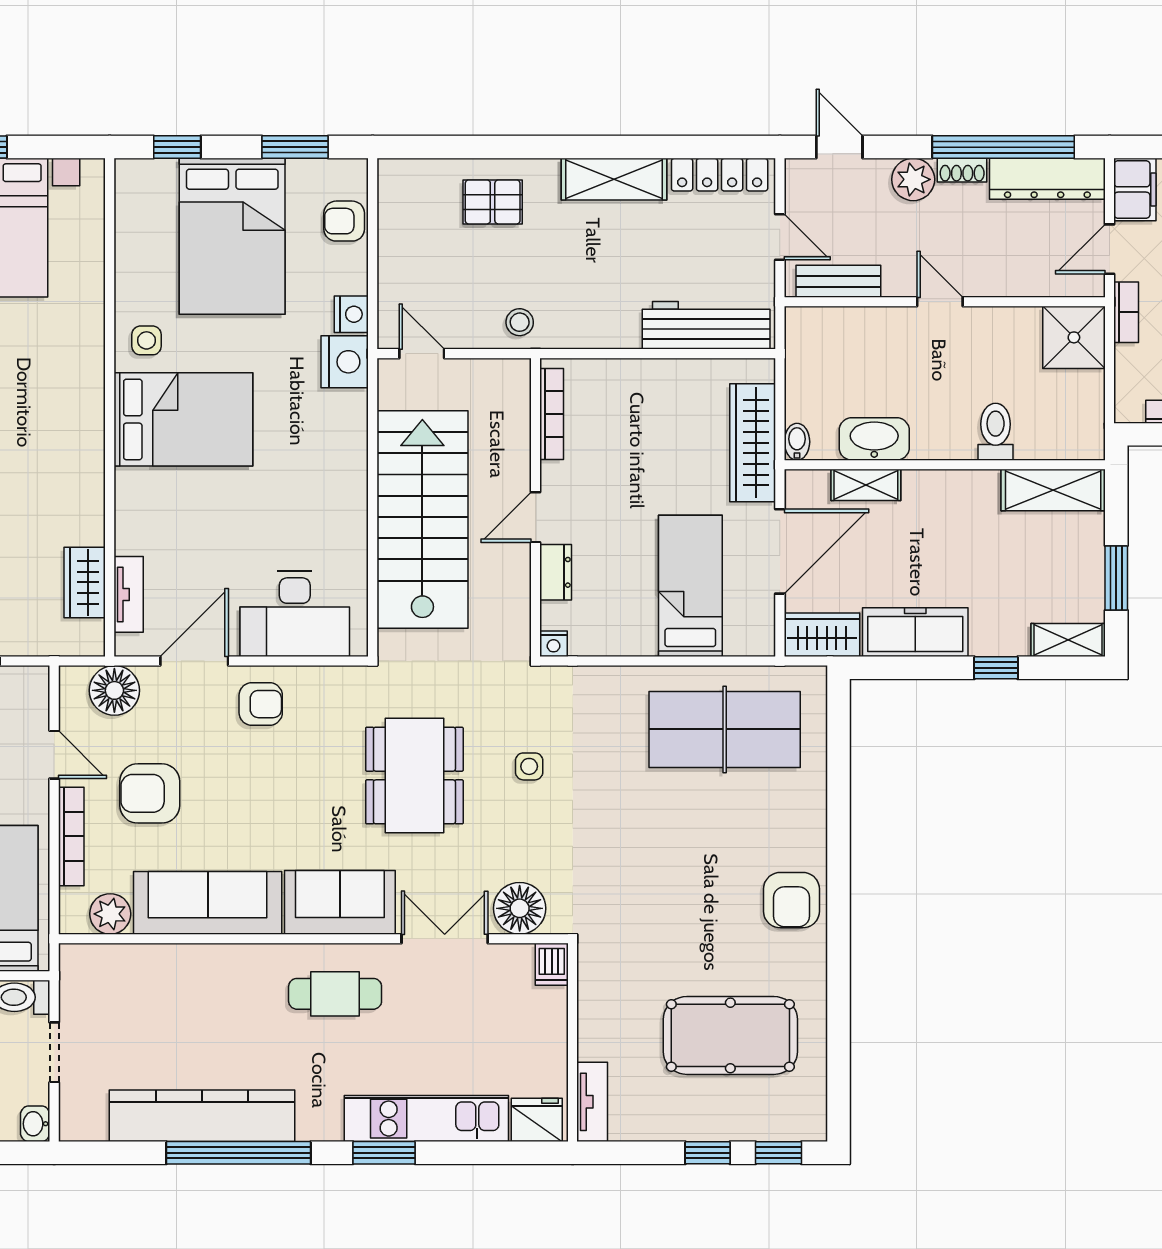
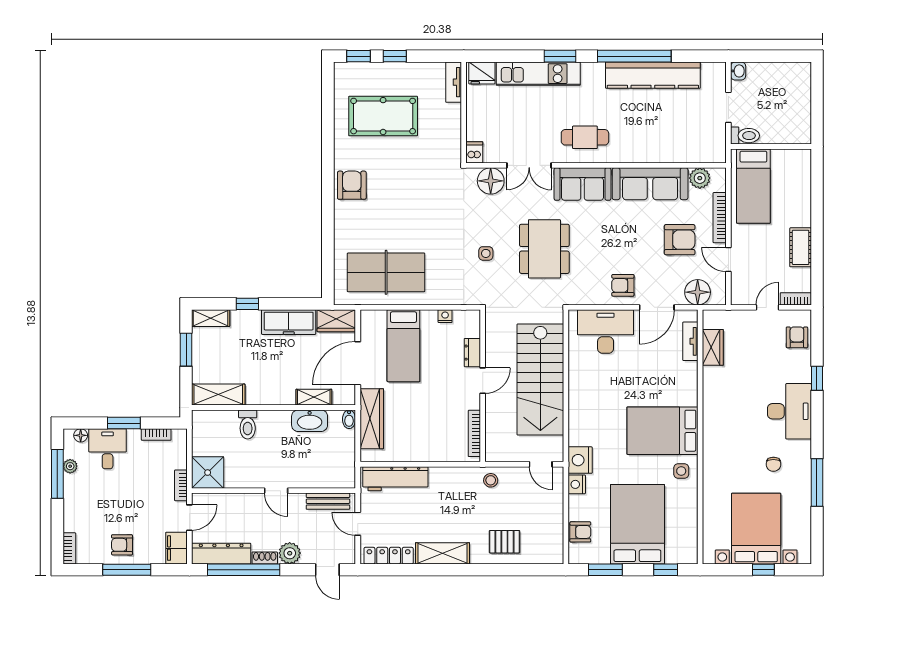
nightstand: (554, 644) -> (445, 316), moved

